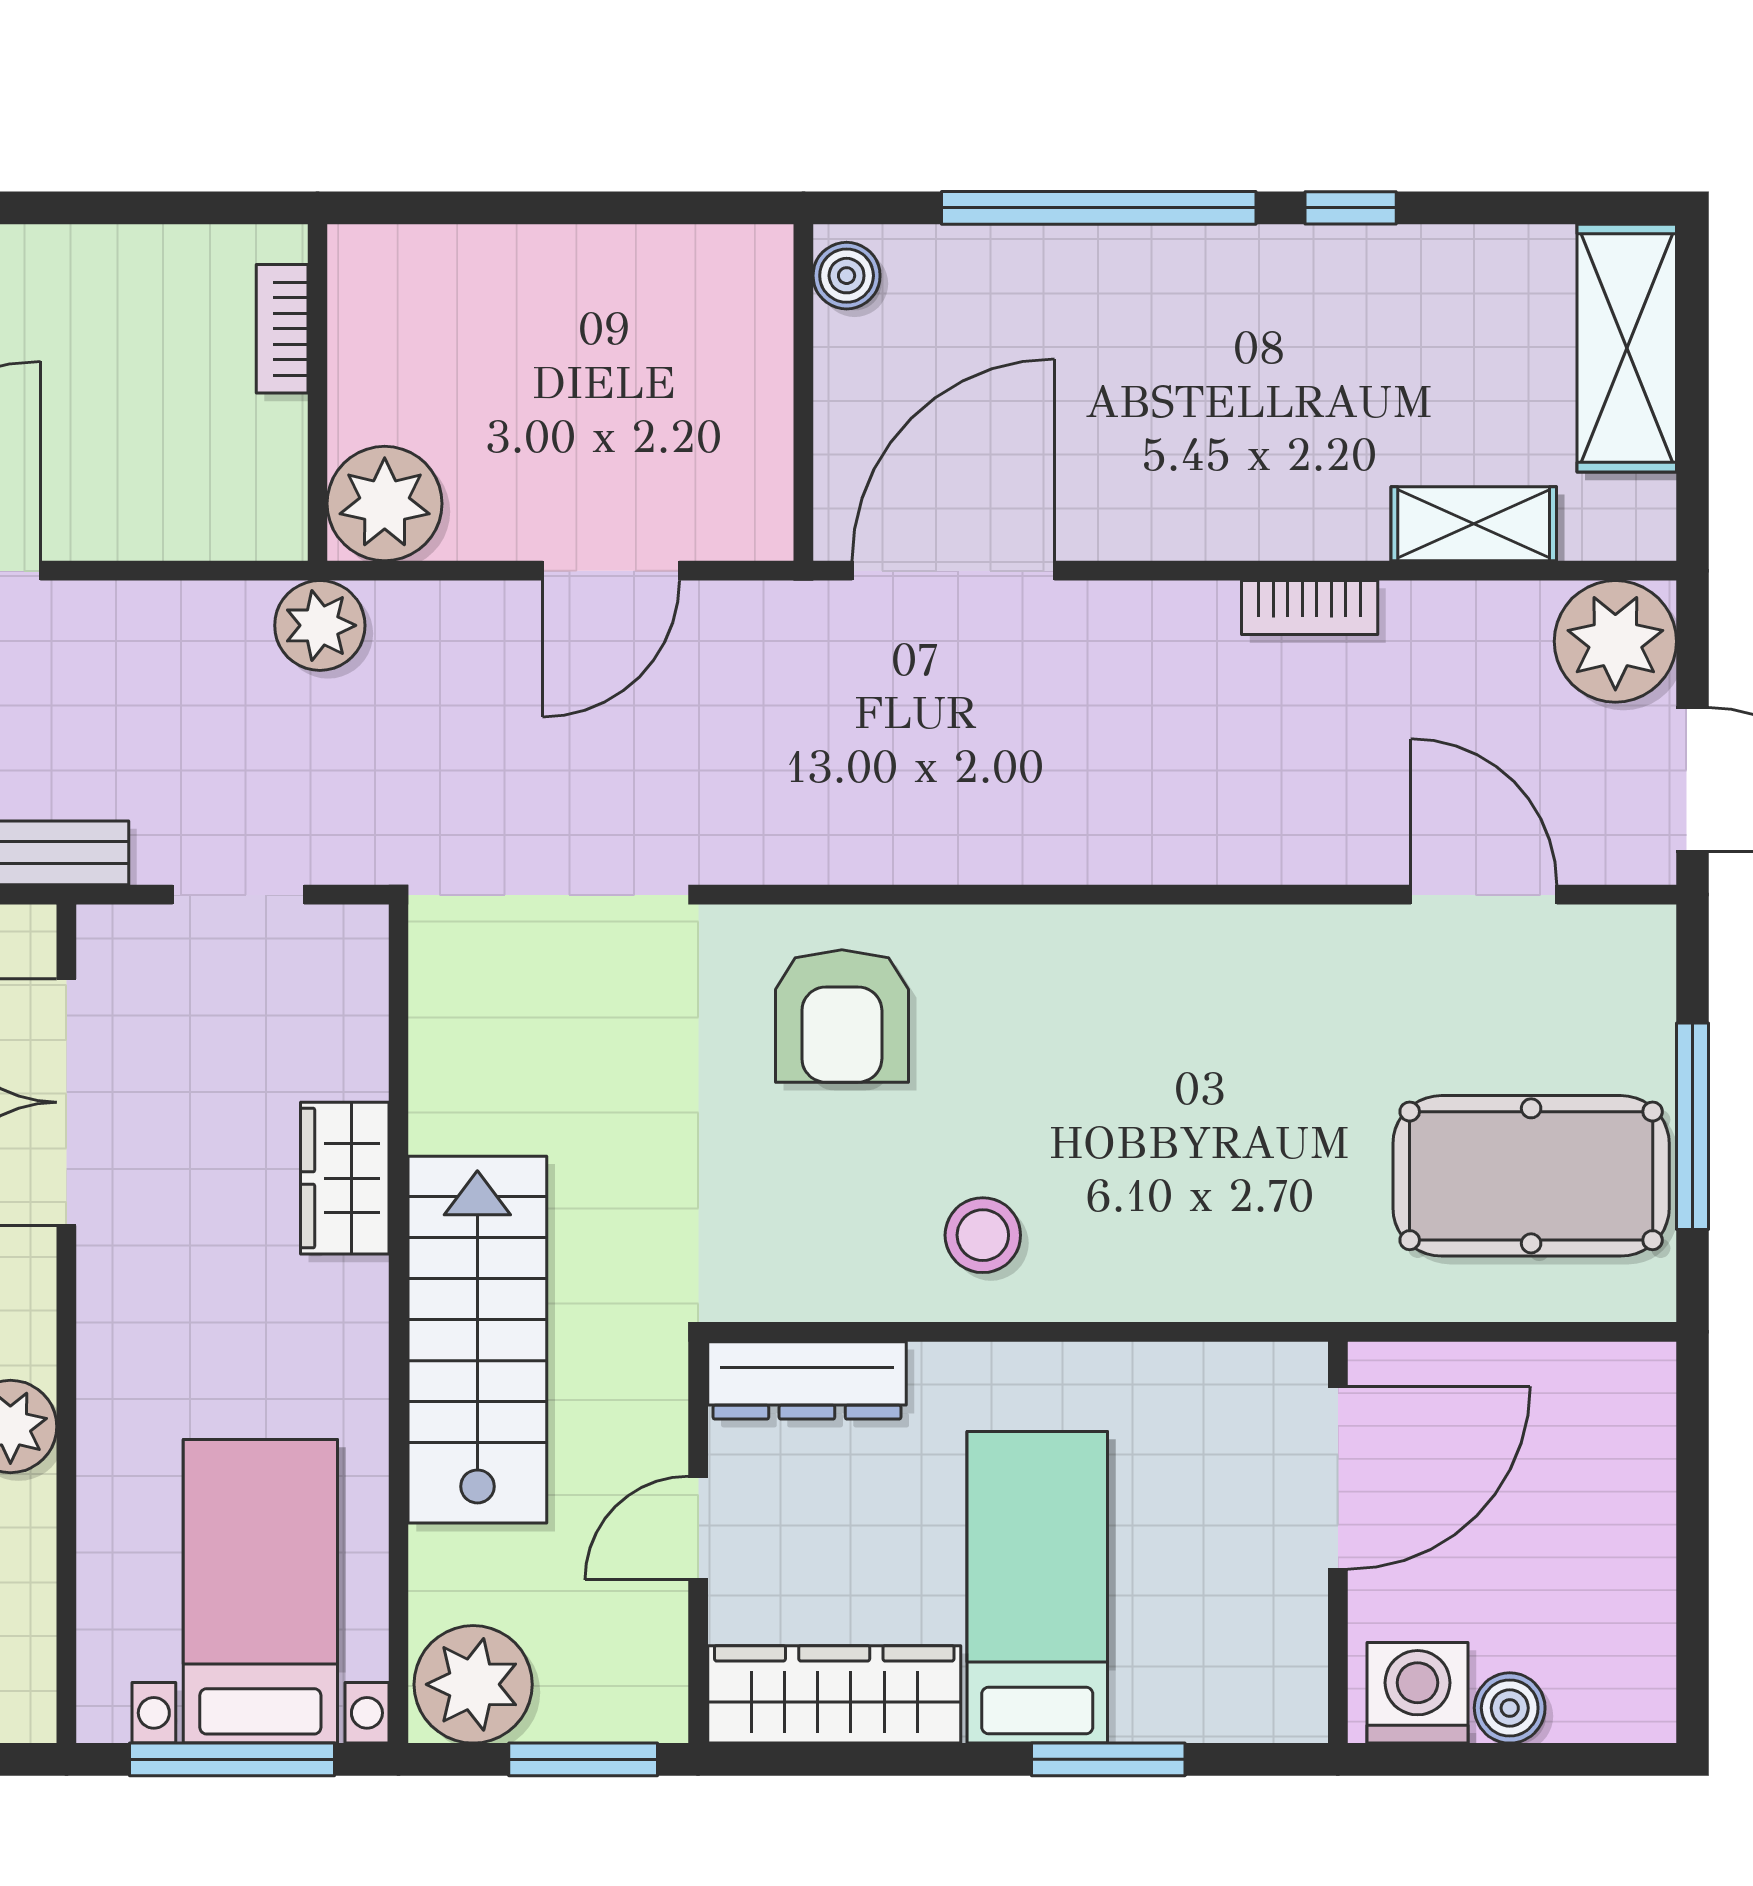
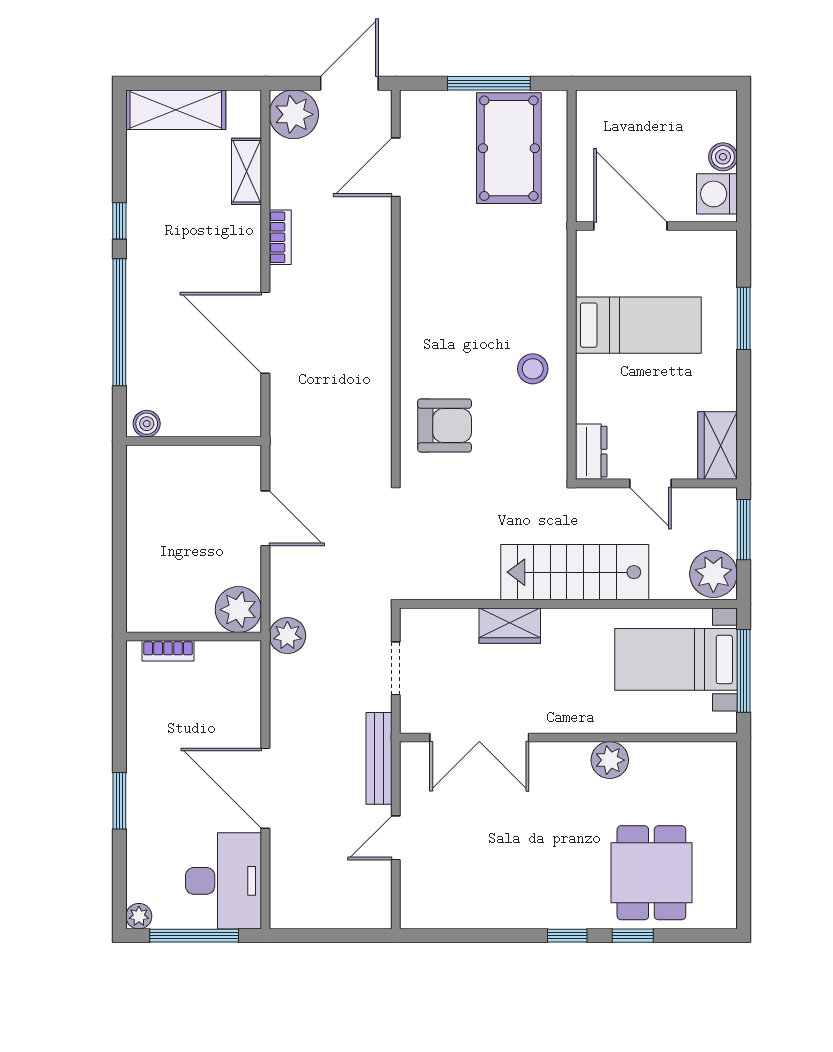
door: (953, 571) -> (265, 333), moved
dresser: (807, 1380) -> (591, 452), width x0.70
bed: (1037, 1587) -> (638, 325), moved, turned 180
wardrobe: (834, 1694) -> (717, 446), width x0.67

